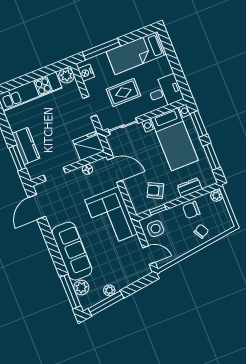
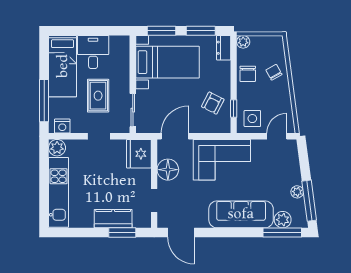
desk: (165, 91) -> (93, 52), moved
floor lamp: (87, 169) -> (168, 170), width x1.89, depth x1.89
dresser: (190, 187) -> (224, 48), moved

